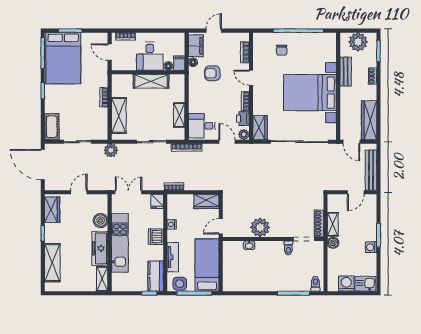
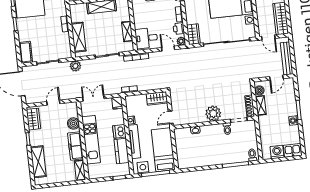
plant: (260, 227) -> (213, 113), moved
boiler: (333, 243) -> (259, 90), moved
tv unit: (173, 257) -> (134, 142), width x1.41
kitchen counter: (156, 276) -> (121, 151), moved

